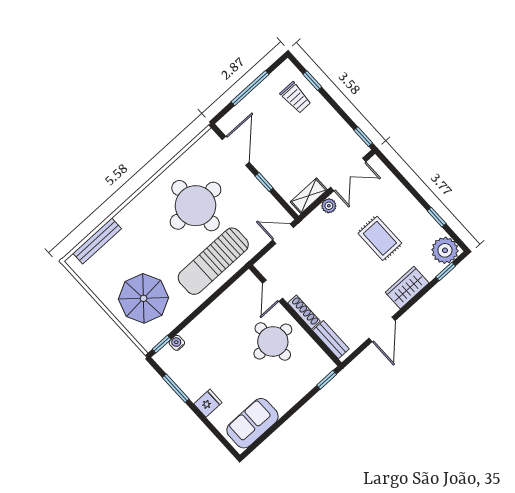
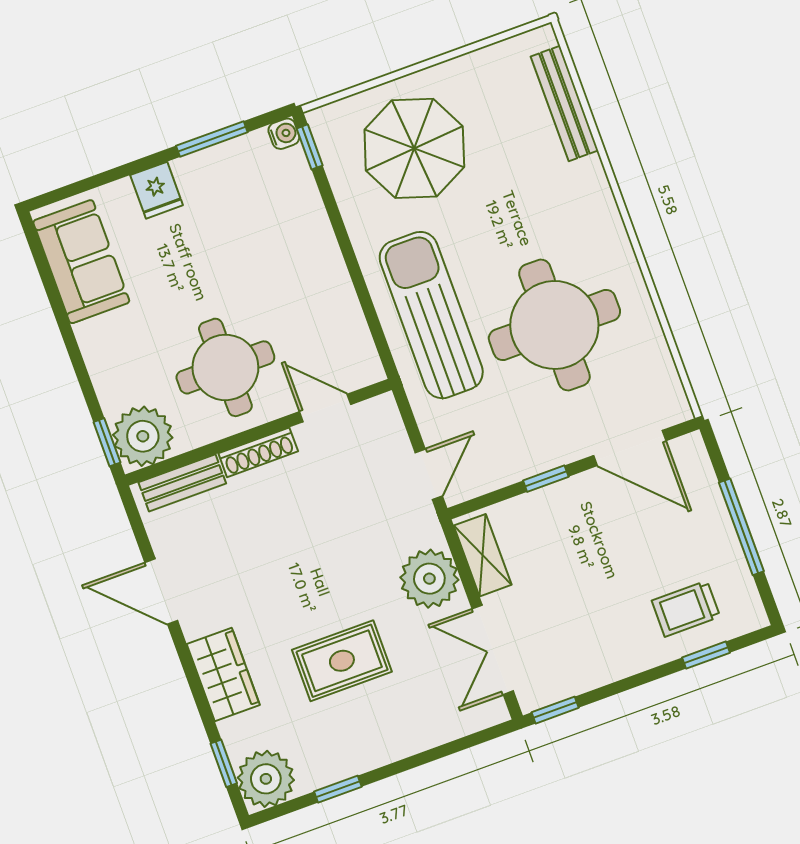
plant: (329, 206) -> (429, 579), width x1.88, depth x1.88
water cooler: (177, 343) -> (284, 134), moved
plant: (318, 365) -> (143, 436), added

